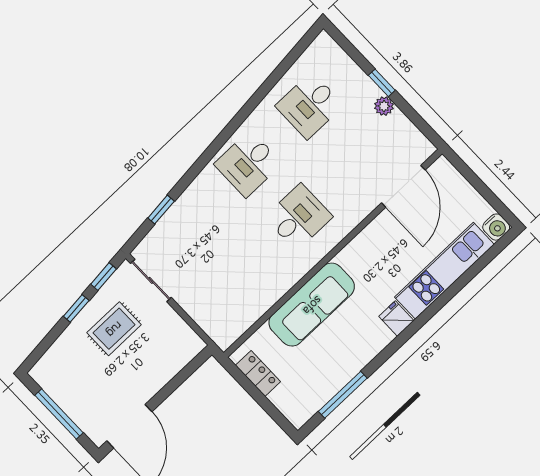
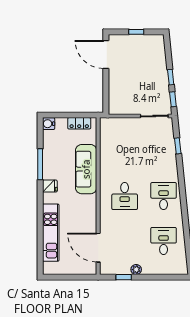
window: (382, 83) -> (124, 277), moved
water cooler: (496, 227) -> (49, 124), moved
fridge: (396, 319) -> (50, 186), moved
rug: (114, 329) -> (149, 84), removed
window: (343, 395) -> (40, 164), moved
window: (59, 414) -> (136, 32), width x0.46

